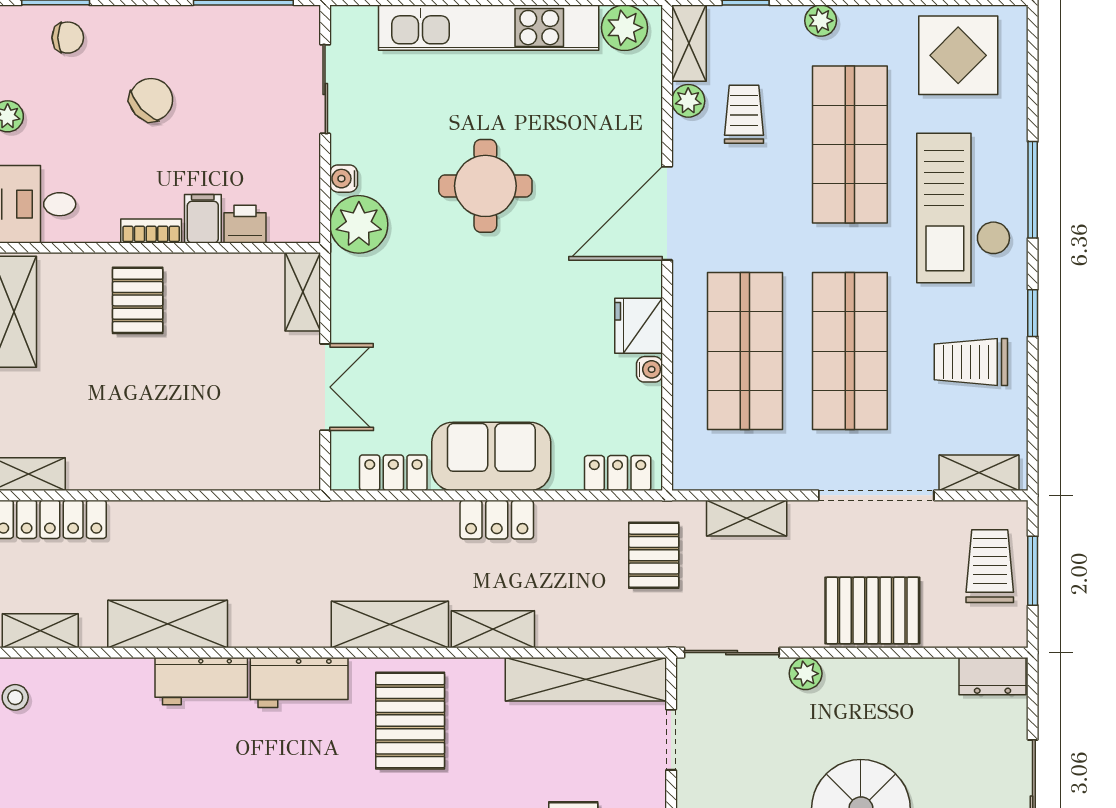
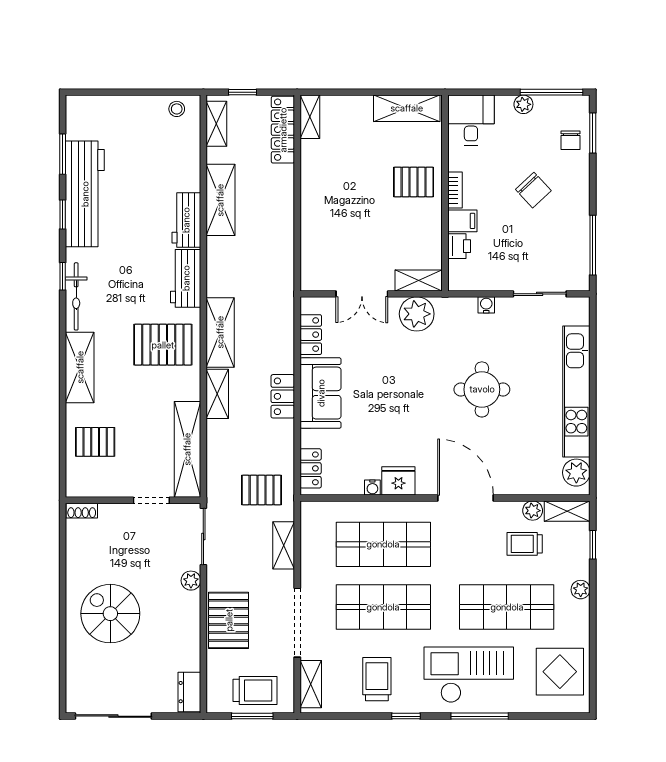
trolley: (744, 114) -> (525, 544), turned 180
plant: (359, 224) -> (417, 314), moved

